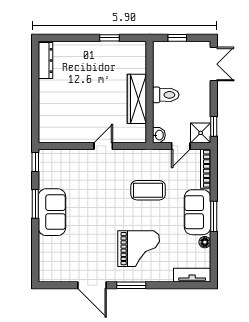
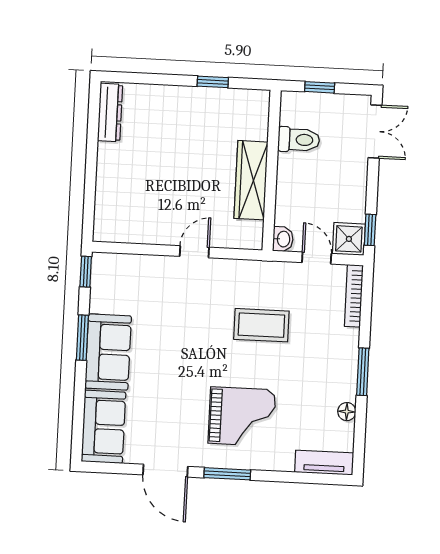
toilet: (166, 95) -> (299, 140), moved
door: (181, 146) -> (317, 258), swing flipped
sofa: (198, 212) -> (103, 427), moved, turned 180

